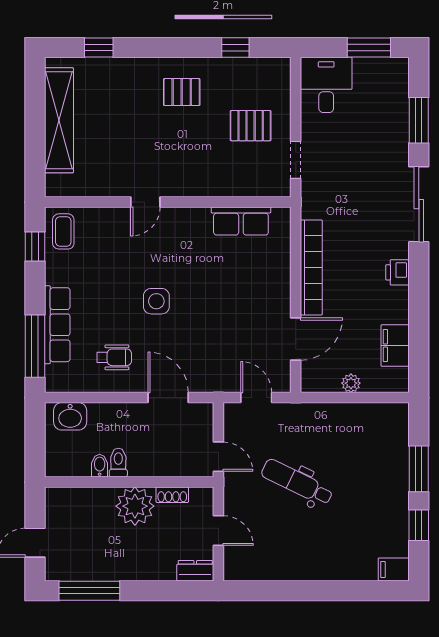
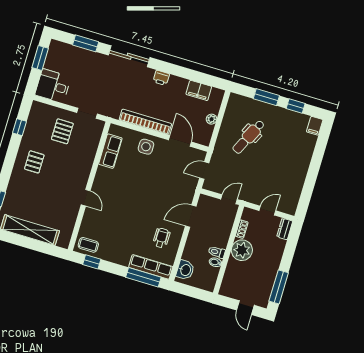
side table: (156, 301) -> (146, 147), moved
row of seats: (57, 325) -> (151, 267), moved
dental chair: (297, 482) -> (249, 137), moved

